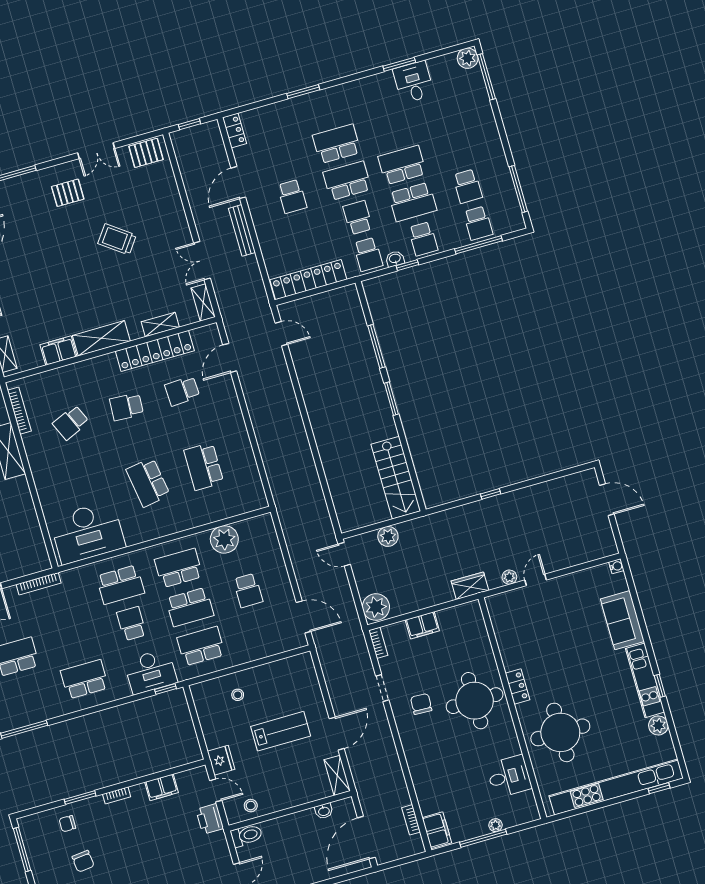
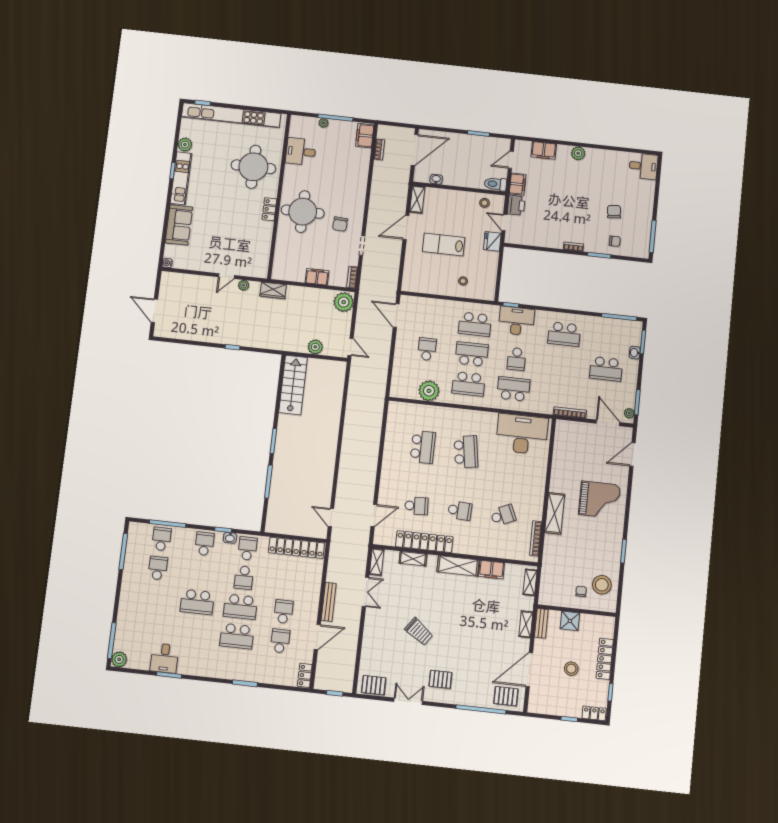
school desk: (413, 202) -> (280, 641), moved, width x0.54
filing cabinet: (162, 787) -> (518, 184), moved, turned 90

